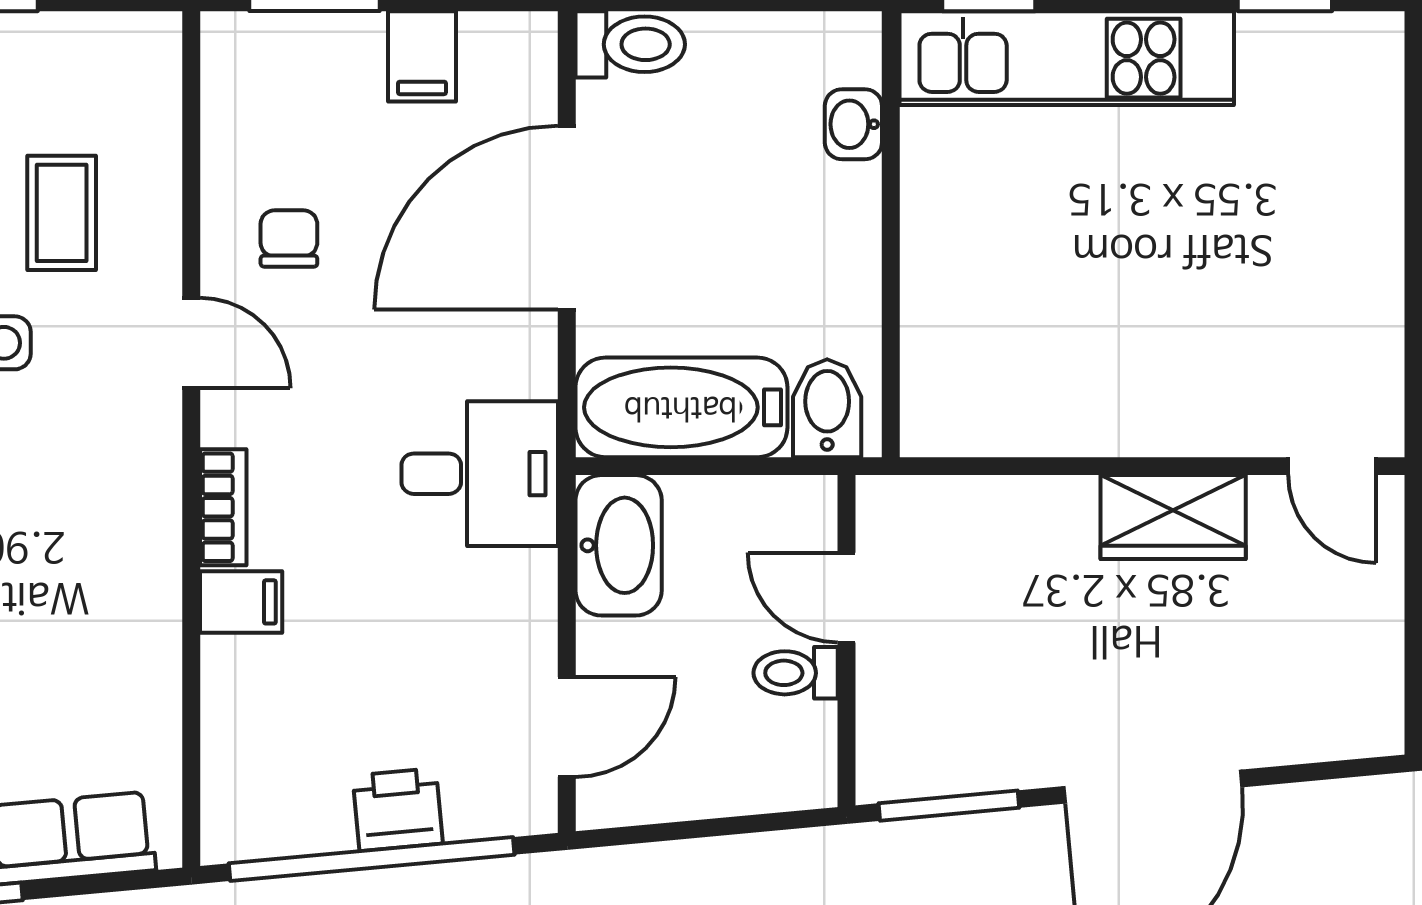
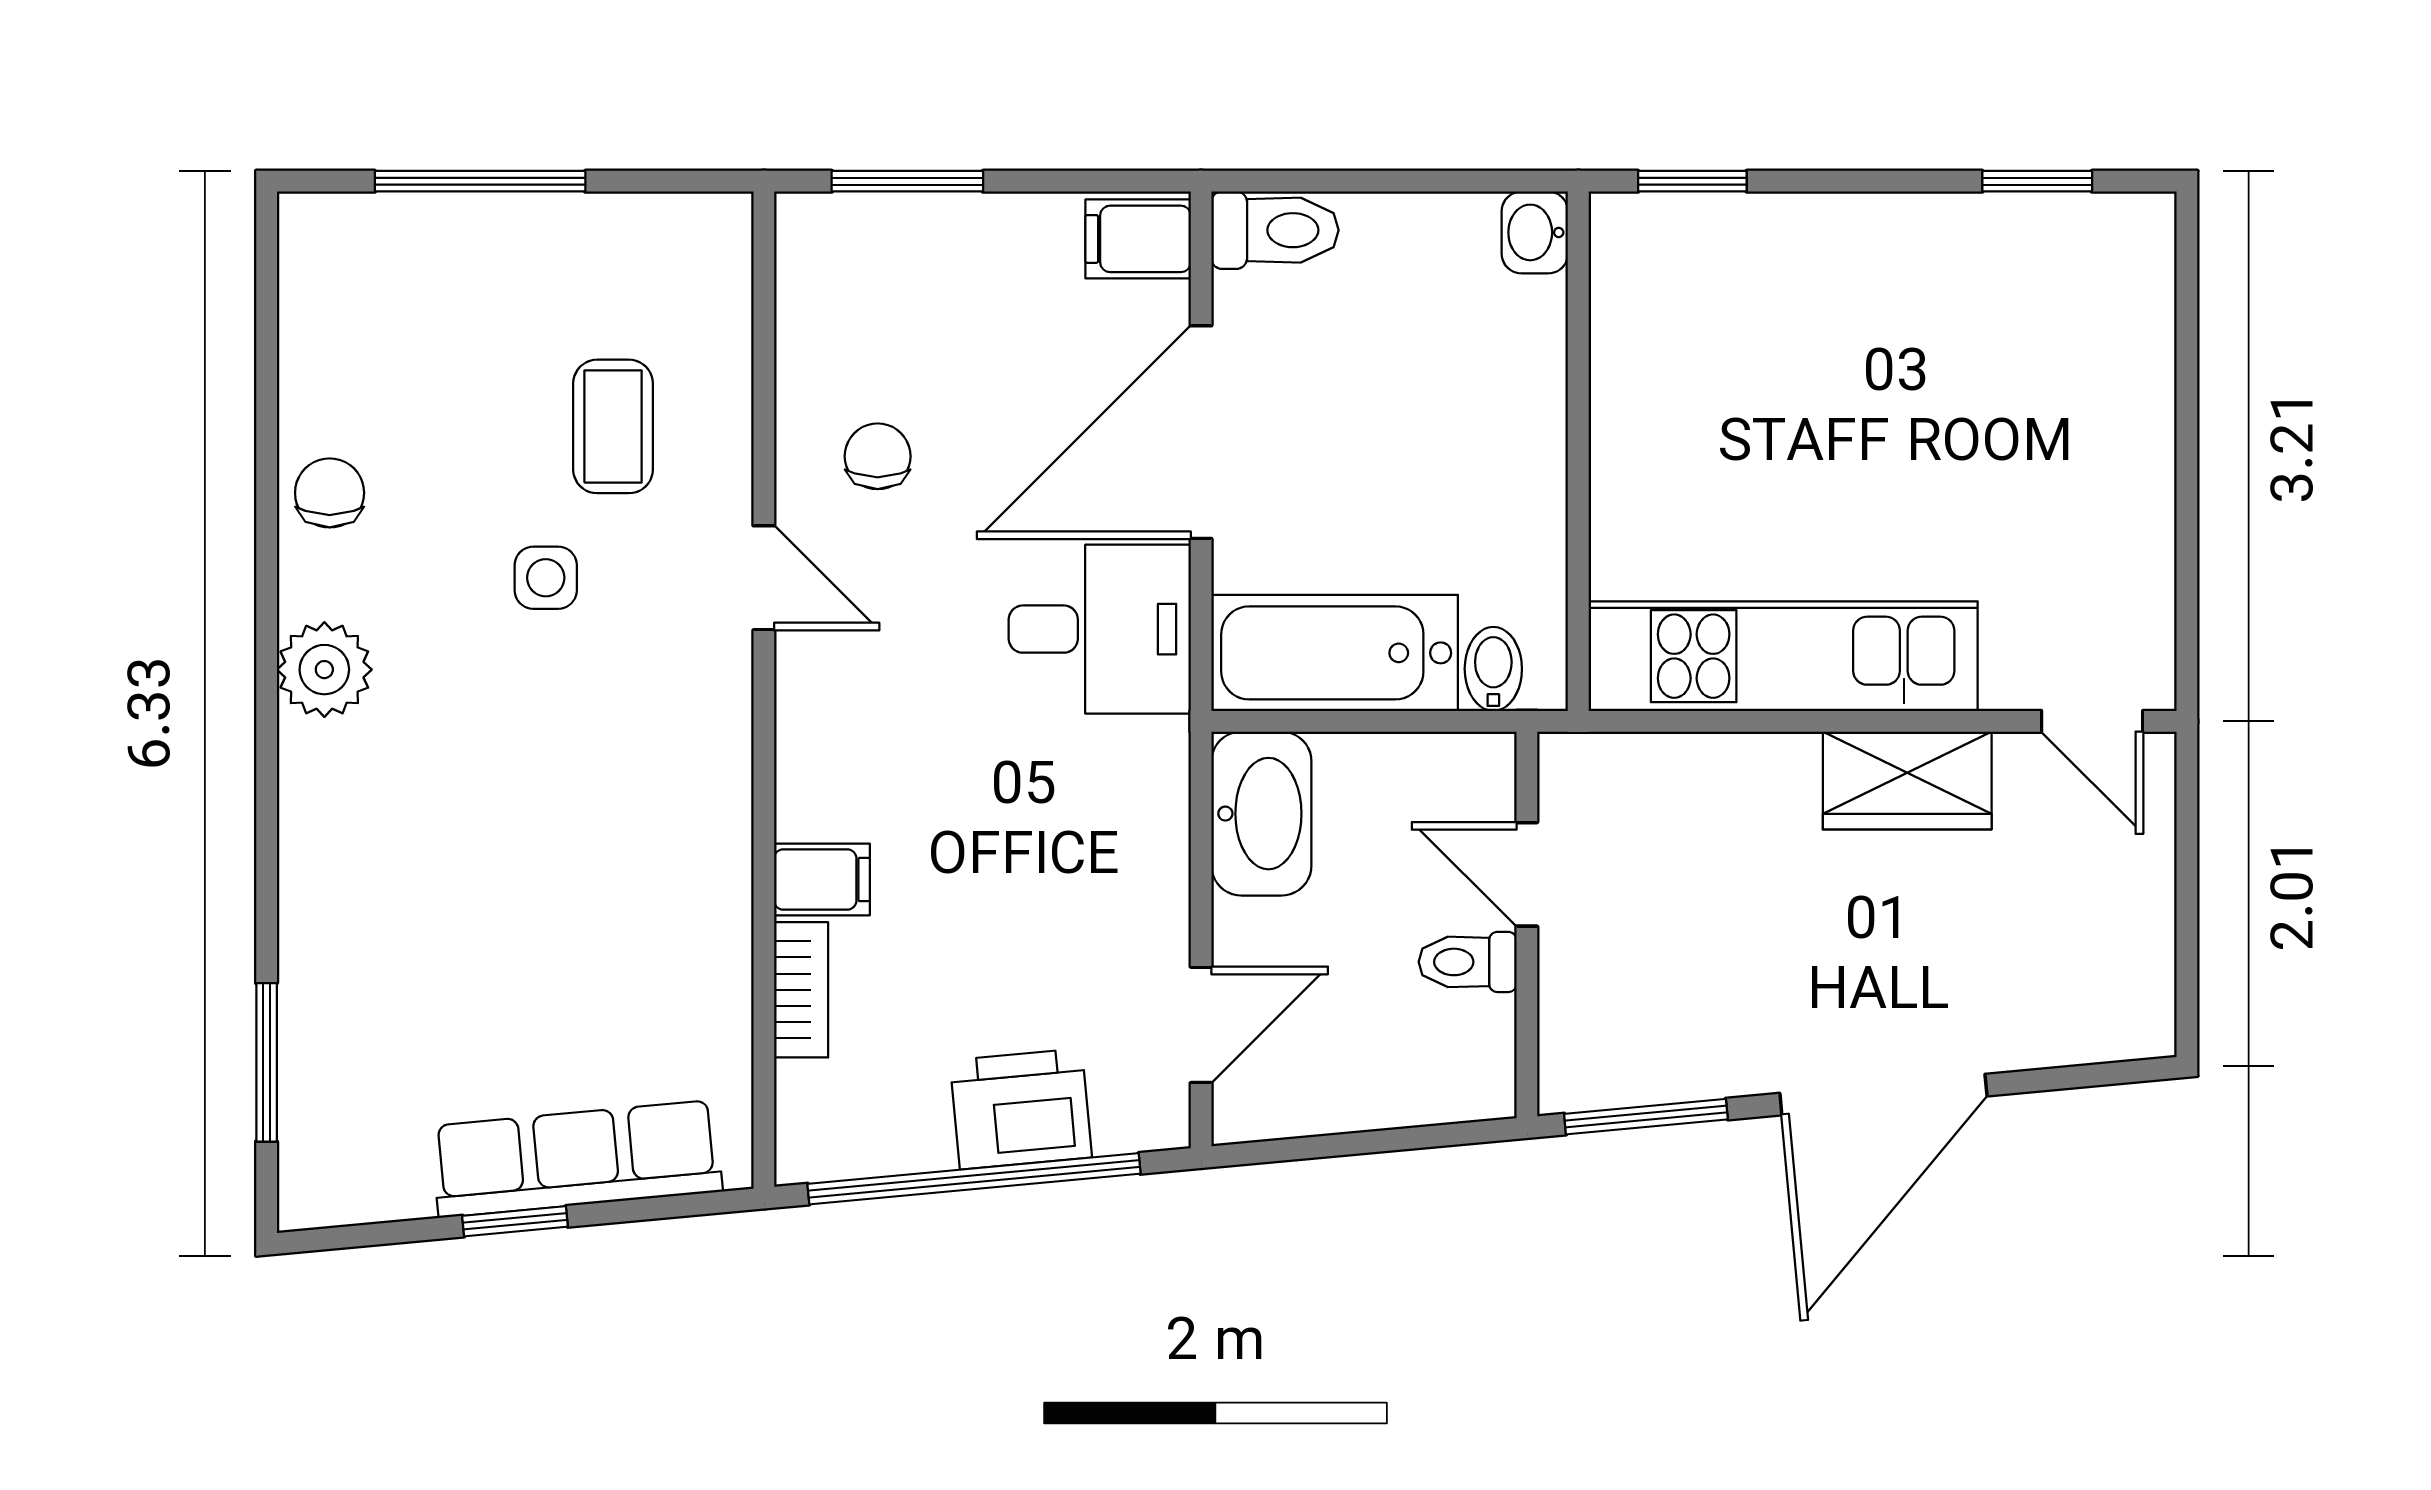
filing cabinet: (422, 56) -> (1138, 239), moved, turned 90
kitchen unit: (1067, 58) -> (1783, 656), moved, turned 180
washbasin: (853, 124) -> (1535, 232), moved
bidet: (827, 408) -> (1493, 669), width x0.72, depth x0.74
desk: (480, 474) -> (1100, 629), moved
bookcase: (223, 507) -> (801, 990), moved
printer: (398, 810) -> (1021, 1109), width x1.36, depth x1.24

